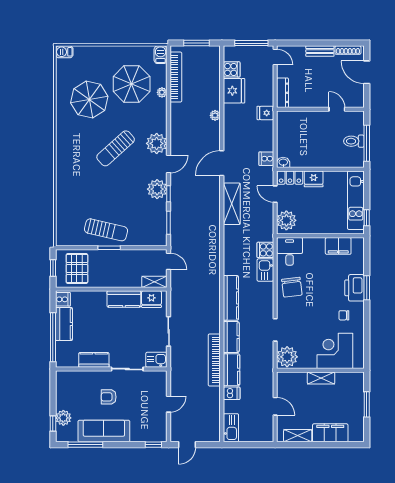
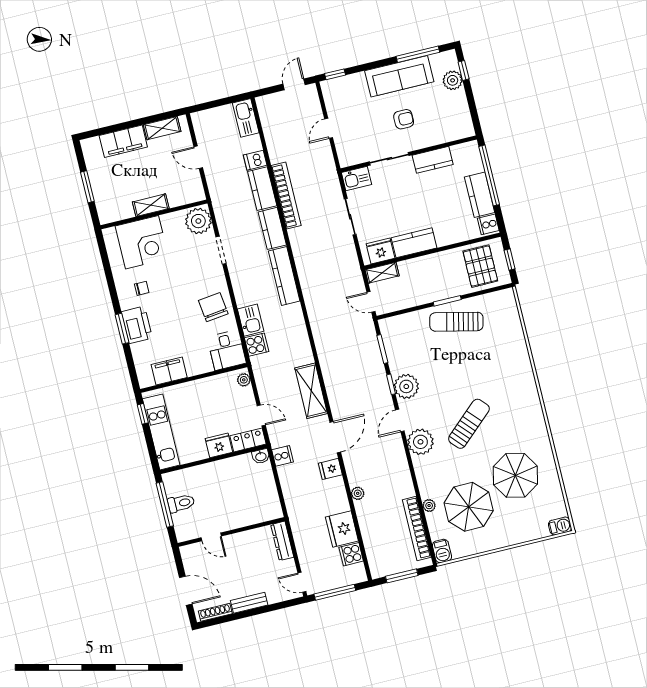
fridge: (265, 113) -> (330, 469), moved, turned 180
plant: (286, 220) -> (244, 380), width x0.53, depth x0.53

